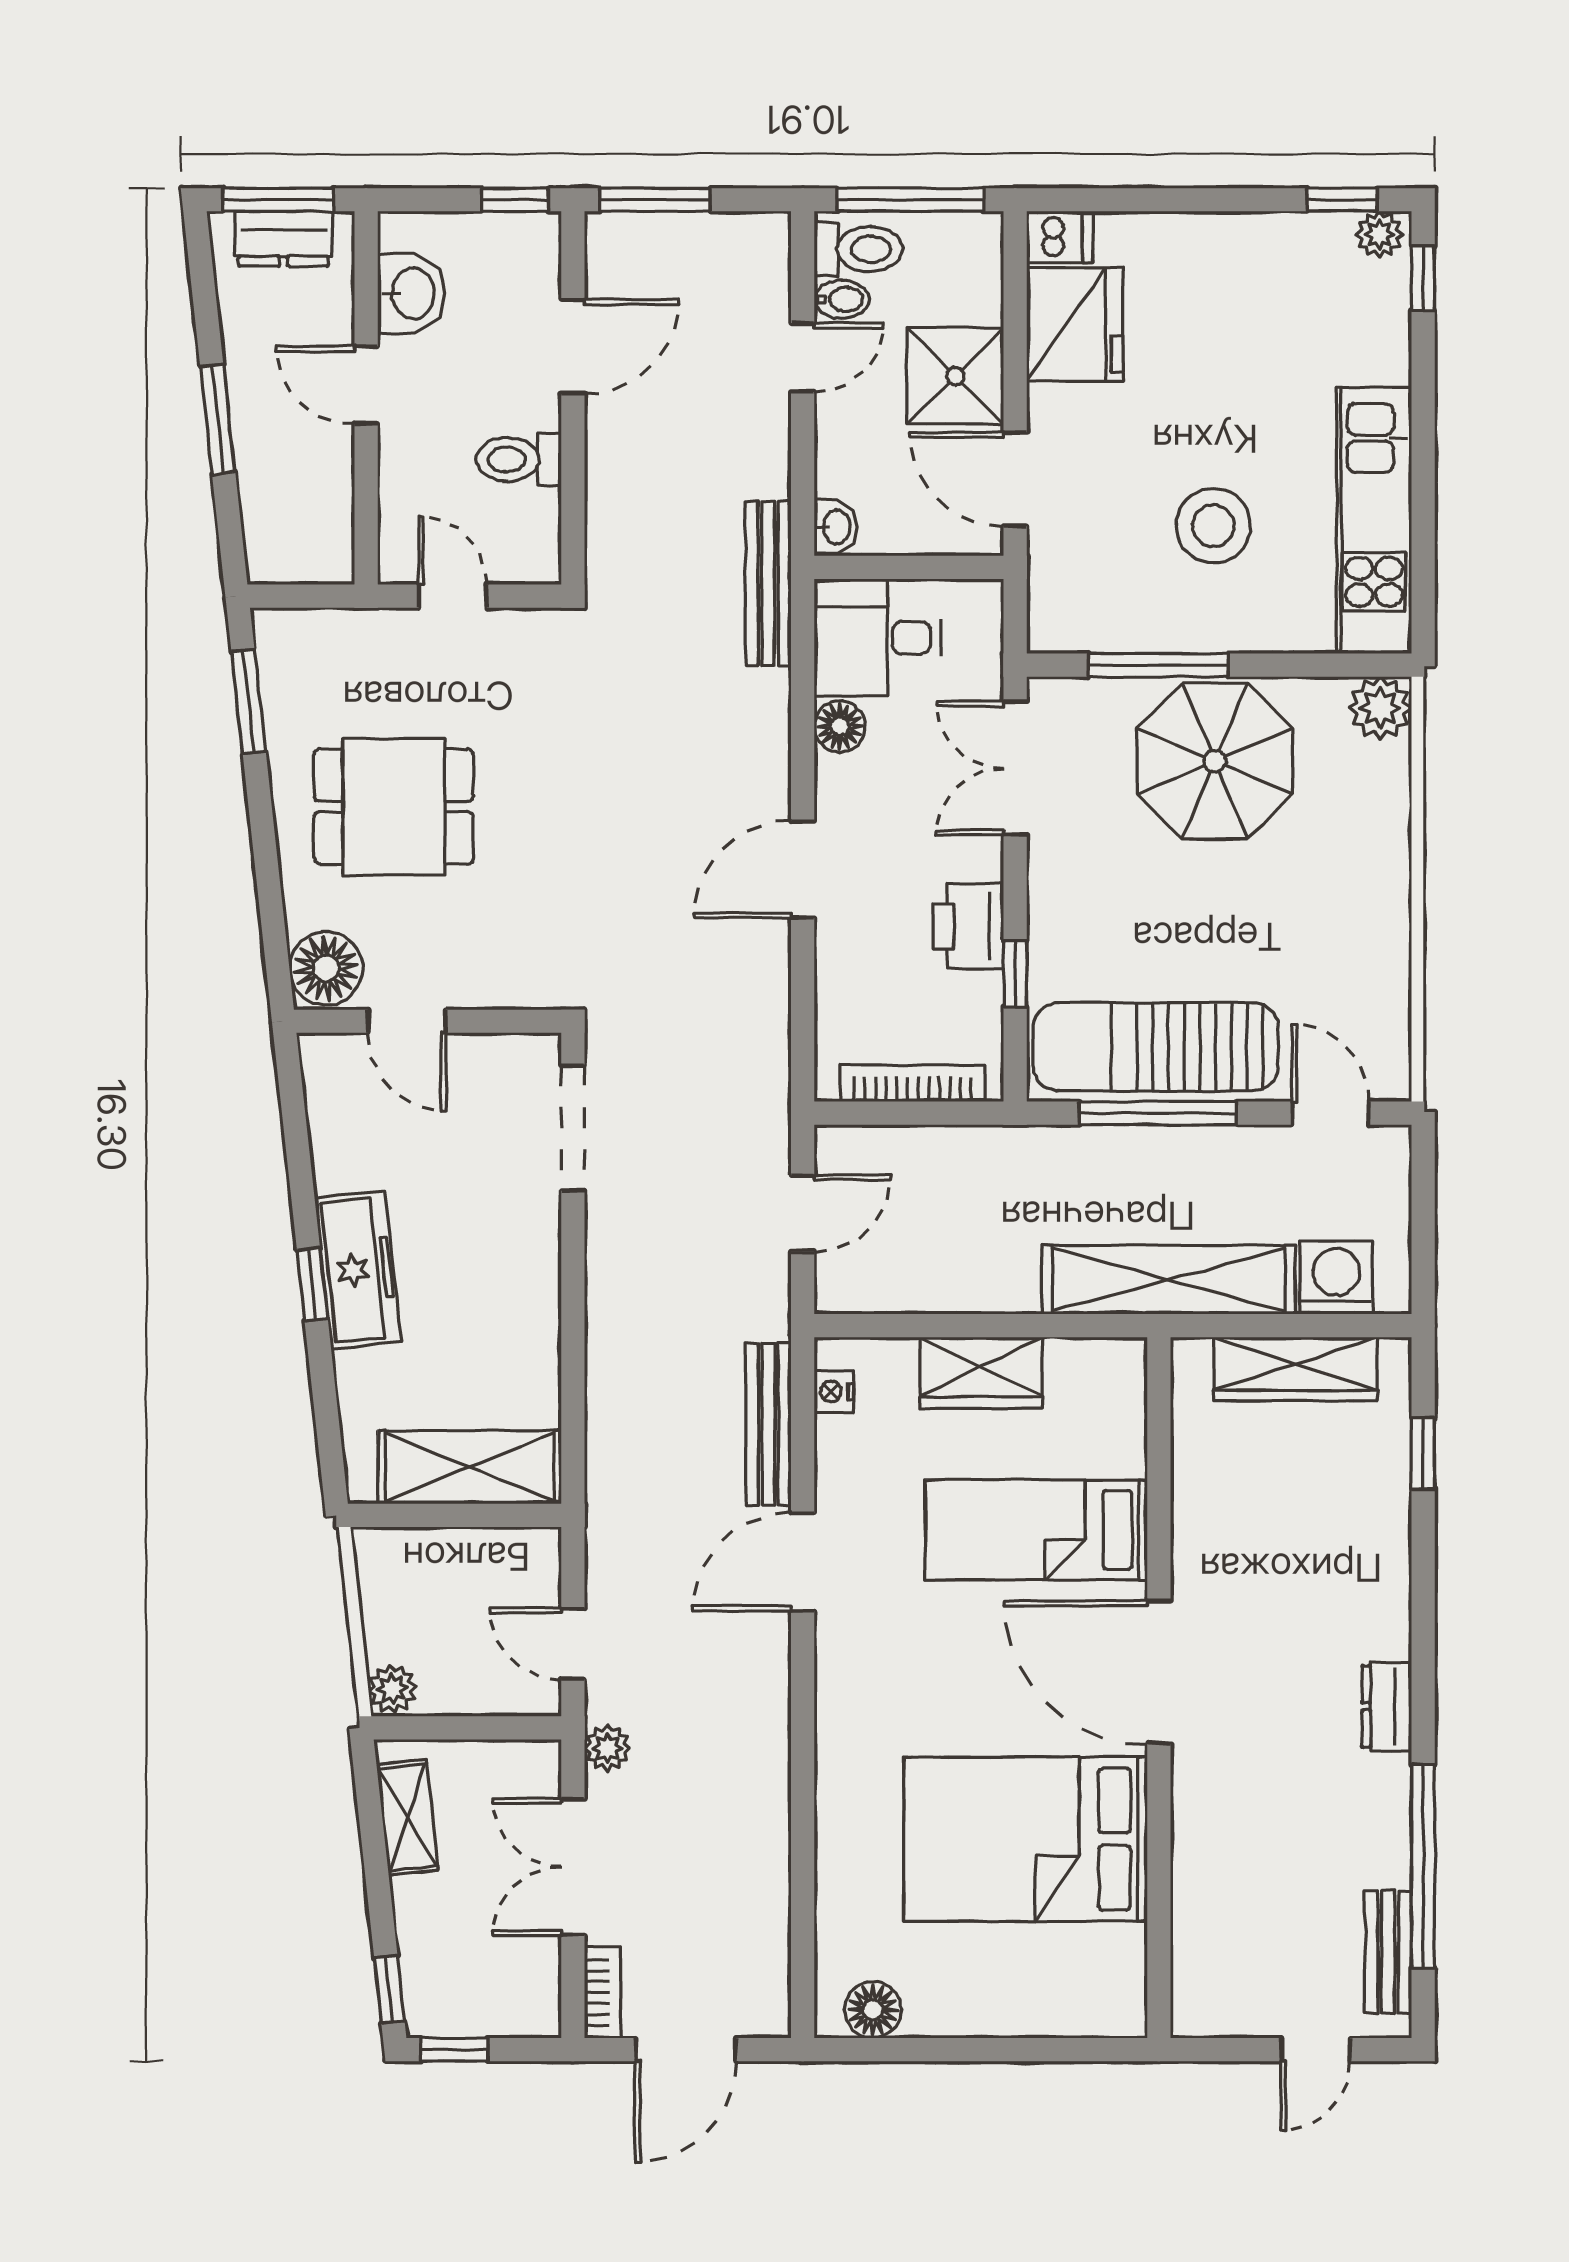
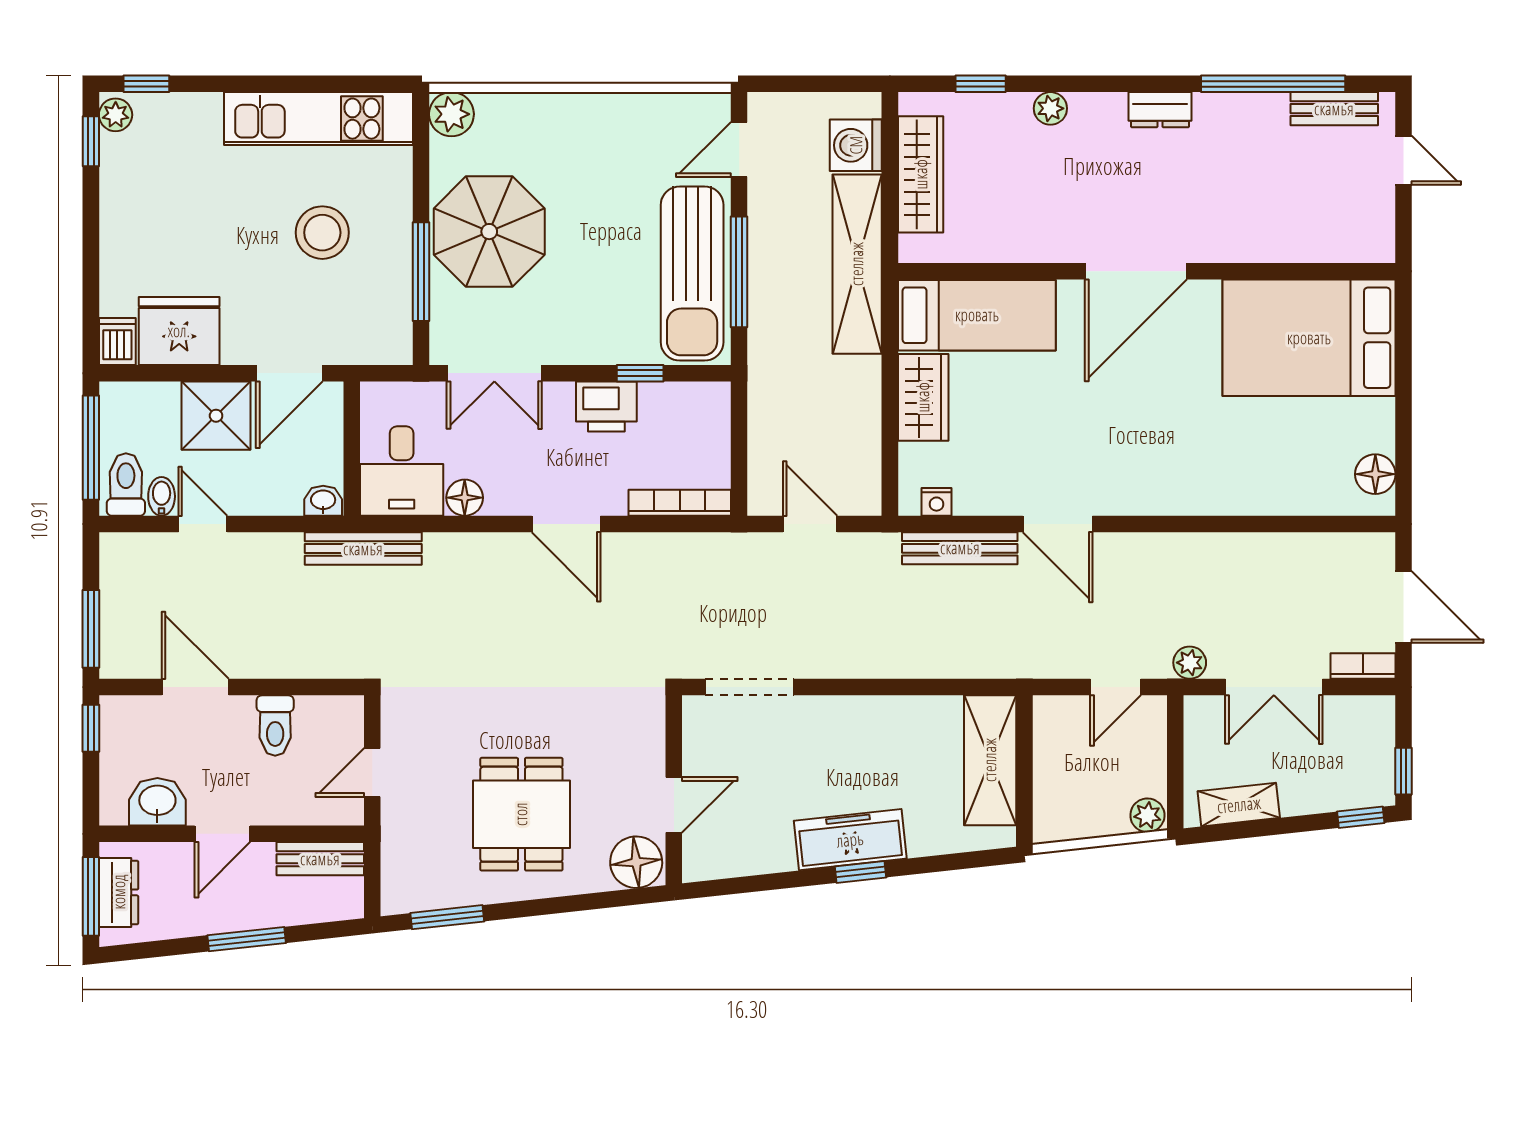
bench: (331, 523) -> (320, 859), added
bookcase: (913, 1083) -> (680, 503), moved, turned 90
bed: (1036, 1530) -> (977, 315), moved, turned -90
plant: (1388, 1552) -> (1050, 108), added
bed: (1026, 1839) -> (1309, 338), moved, turned 90

